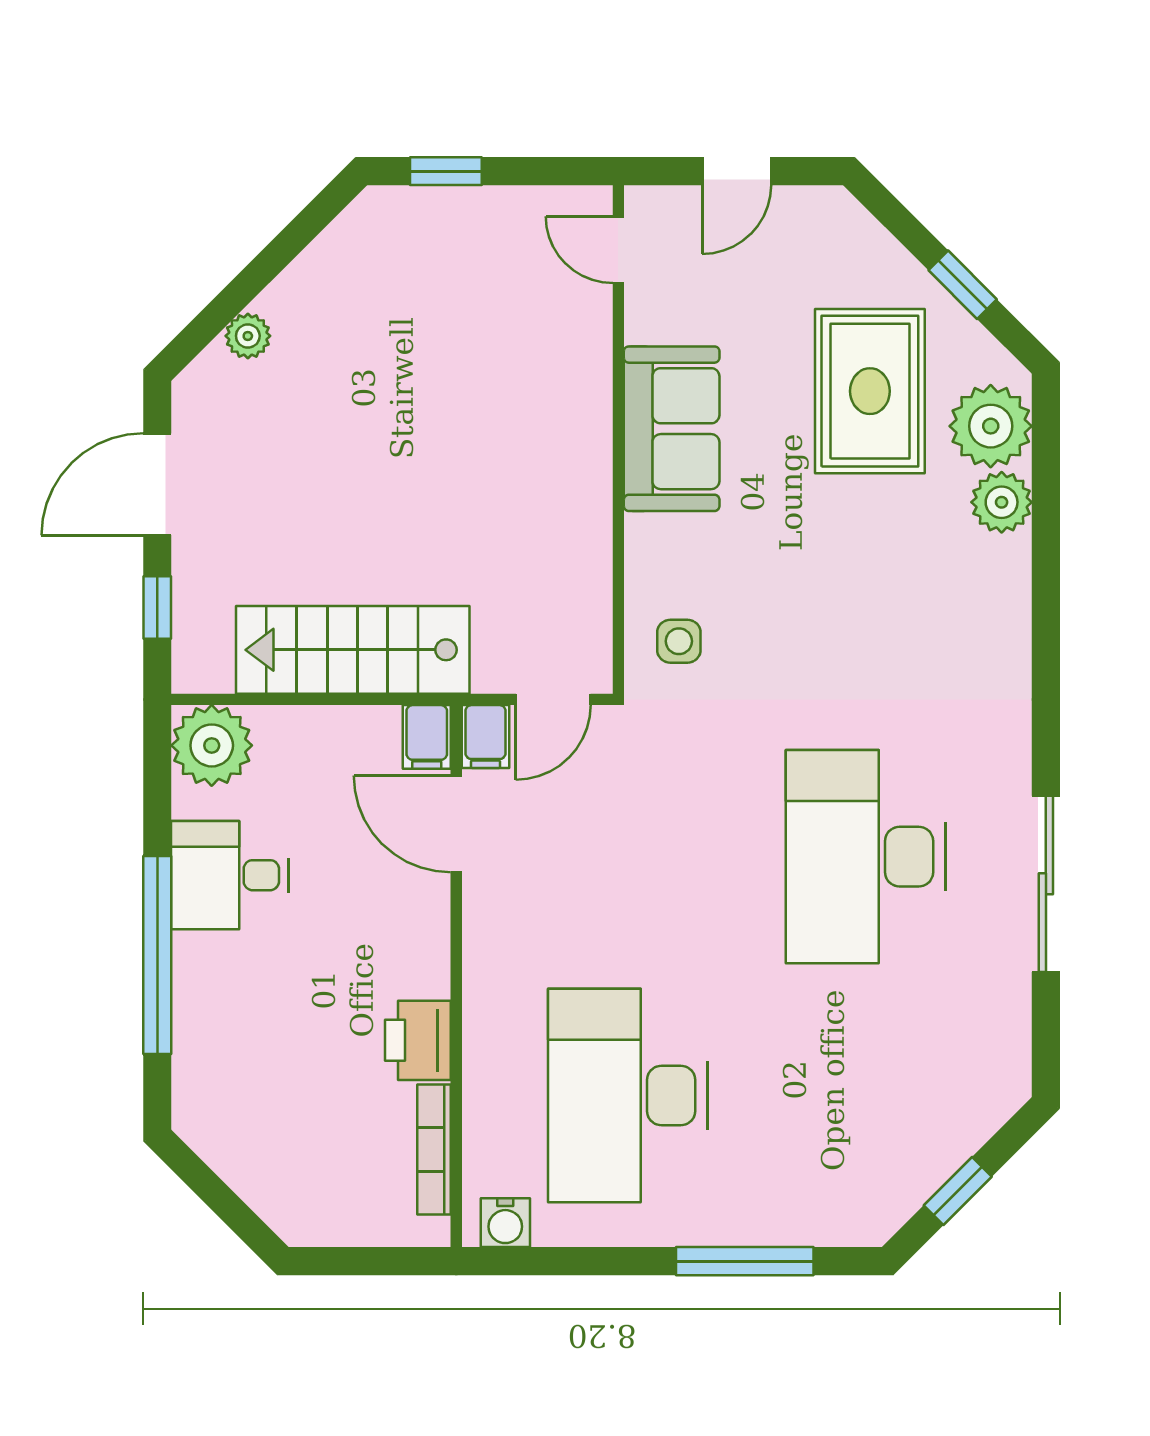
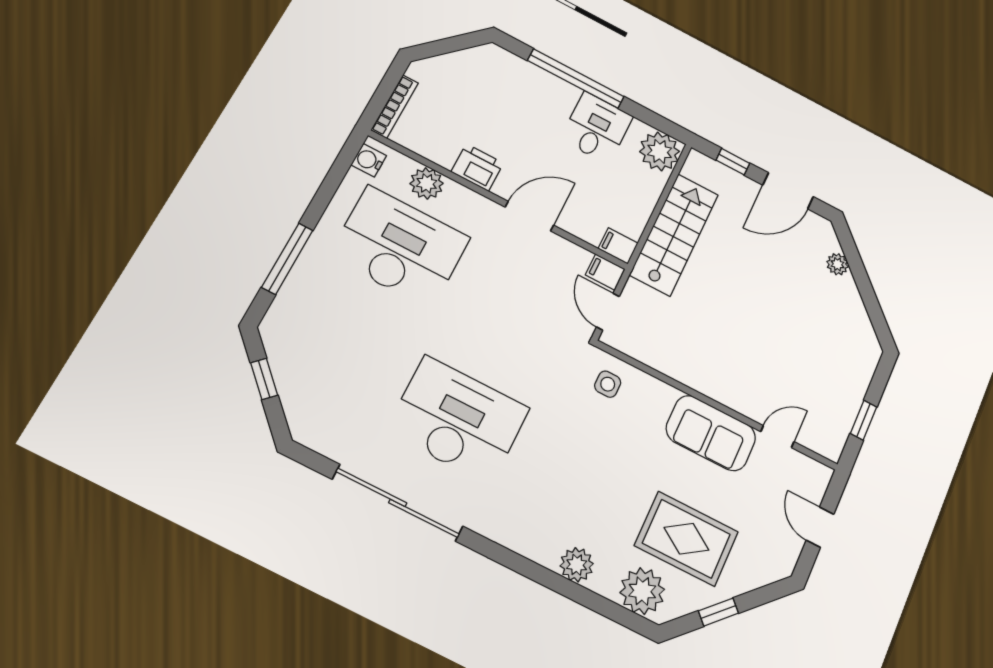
window: (446, 171) -> (863, 420), moved
door: (618, 250) -> (777, 437), moved
door: (157, 484) -> (788, 191), swing flipped
plant: (1002, 502) -> (577, 565), moved
door: (456, 824) -> (529, 216), moved
sliding door: (1046, 884) -> (398, 503), width x1.36
plant: (493, 1109) -> (427, 183), added
bookcase: (434, 1150) -> (395, 106), moved, turned 90

